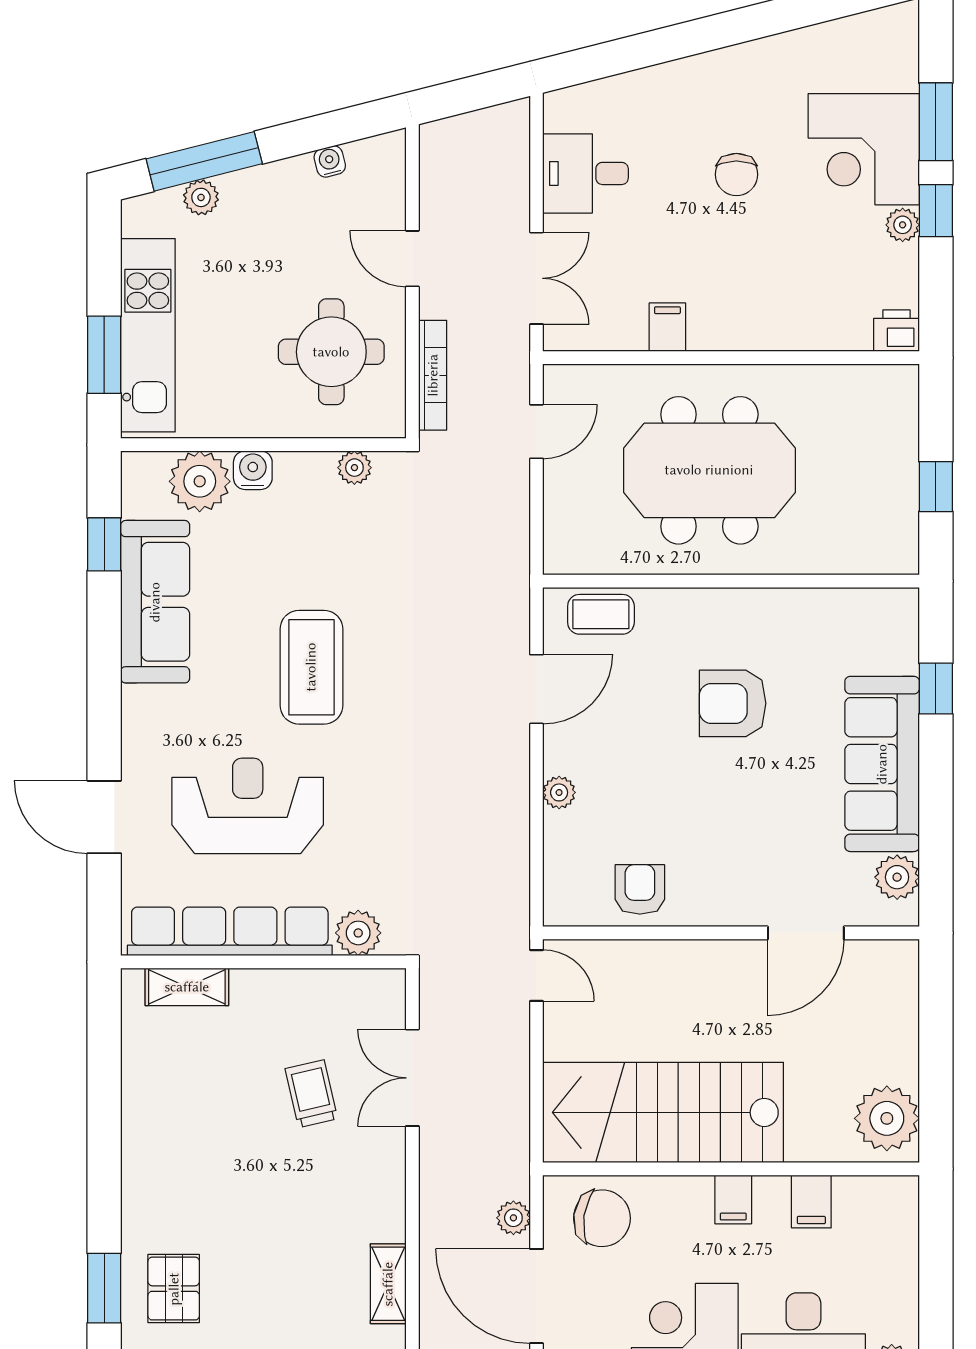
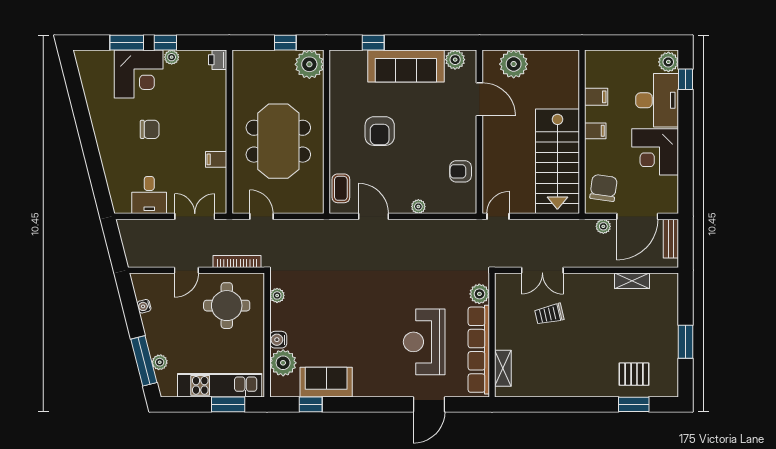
plant: (886, 542) -> (309, 64), added
sofa: (155, 602) -> (326, 382), width x0.73
coffee table: (311, 667) -> (364, 314), removed
plant: (887, 1118) -> (514, 64), moved

